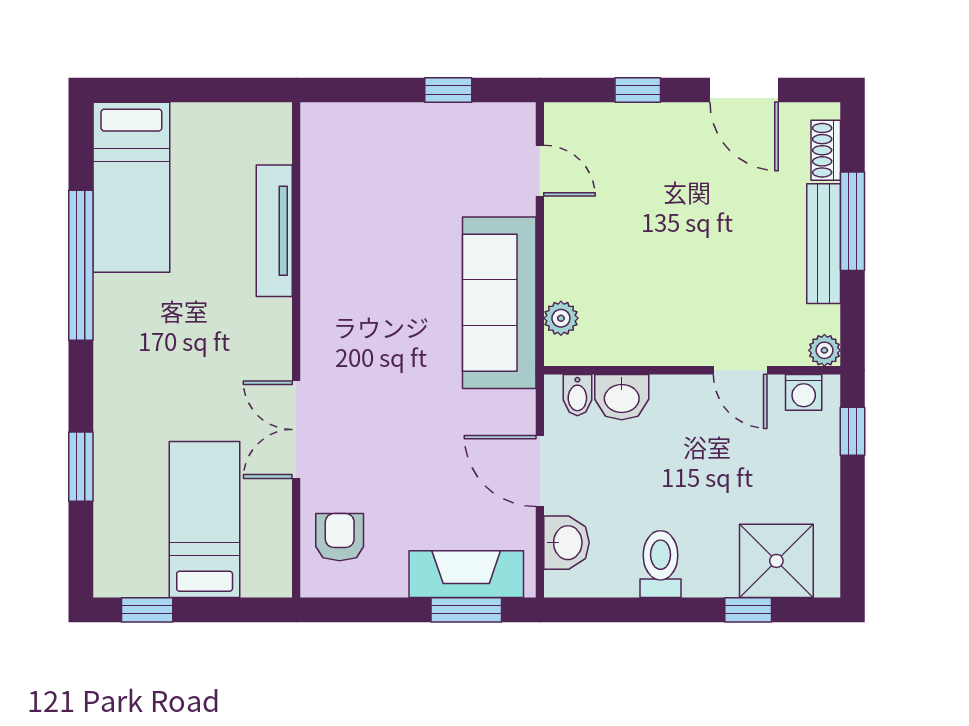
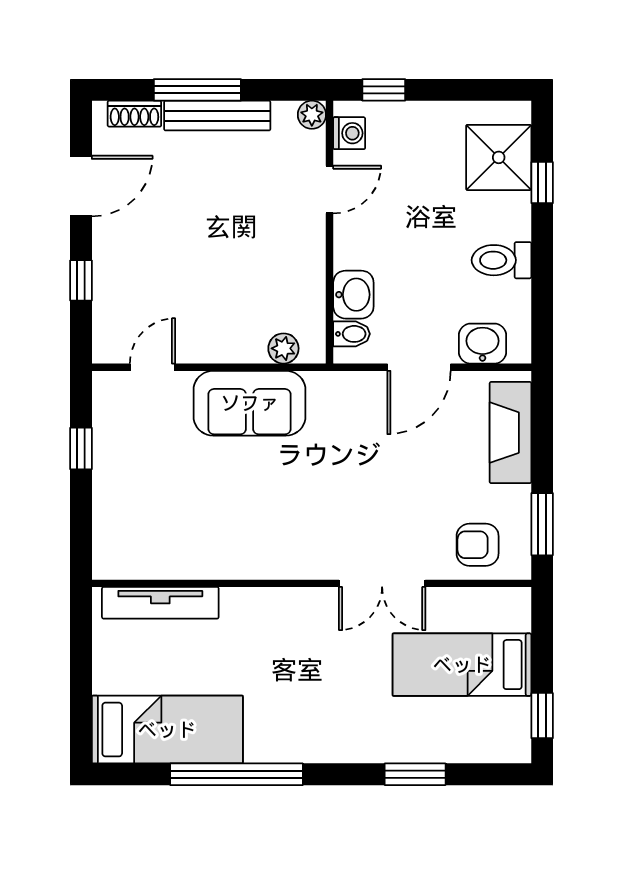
tv unit: (274, 231) -> (160, 603), moved
sofa: (499, 303) -> (250, 403), width x0.73
window: (466, 610) -> (542, 524), moved

